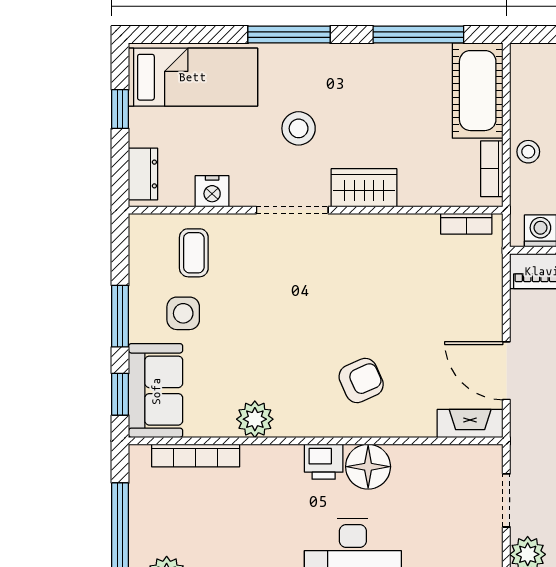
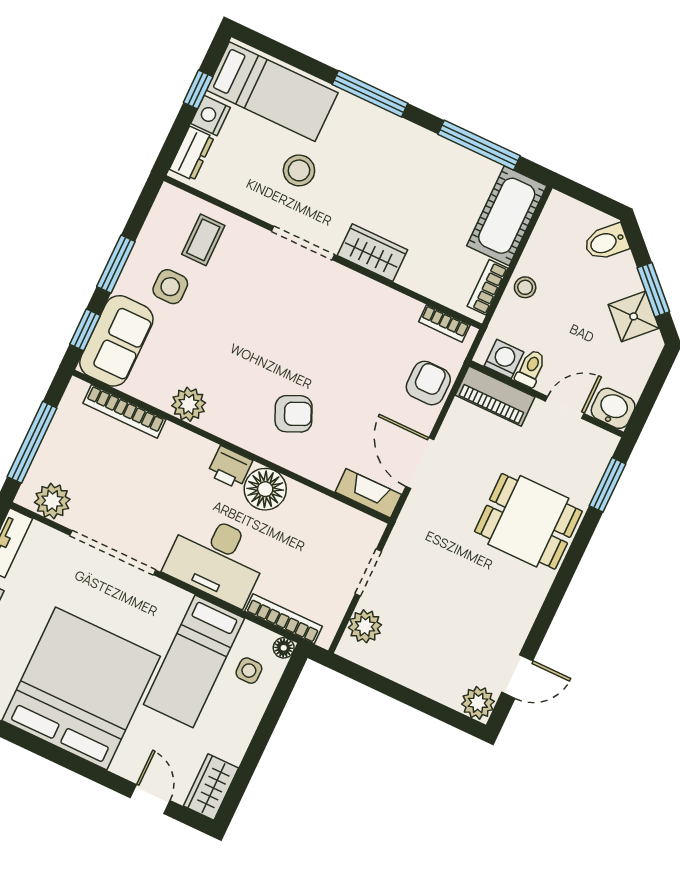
stool: (299, 128) -> (299, 170), moved
nightstand: (212, 191) -> (211, 115), moved, turned 90
armchair: (478, 289) -> (428, 383), added

